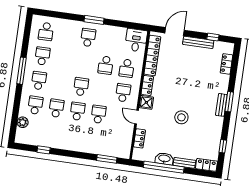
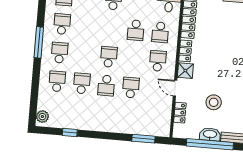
school desk: (77, 111) -> (106, 85), turned 180
stool: (181, 117) -> (214, 102), moved
plant: (23, 122) -> (42, 117), moved

